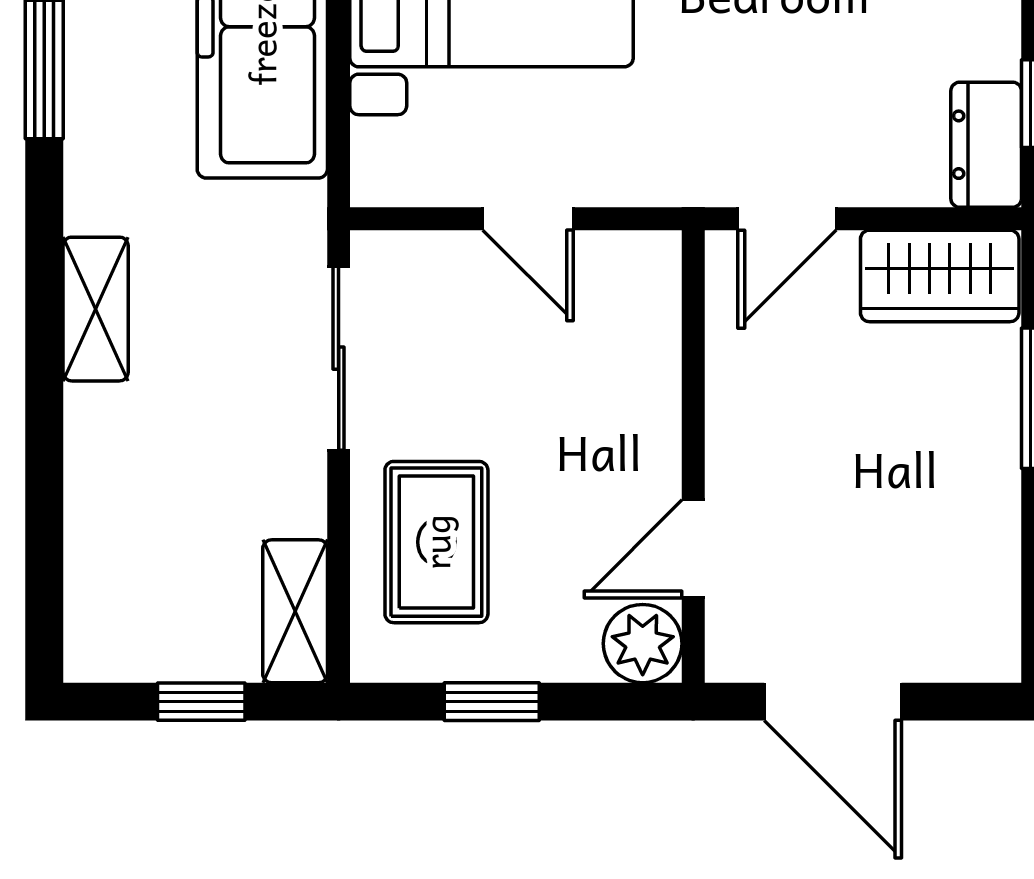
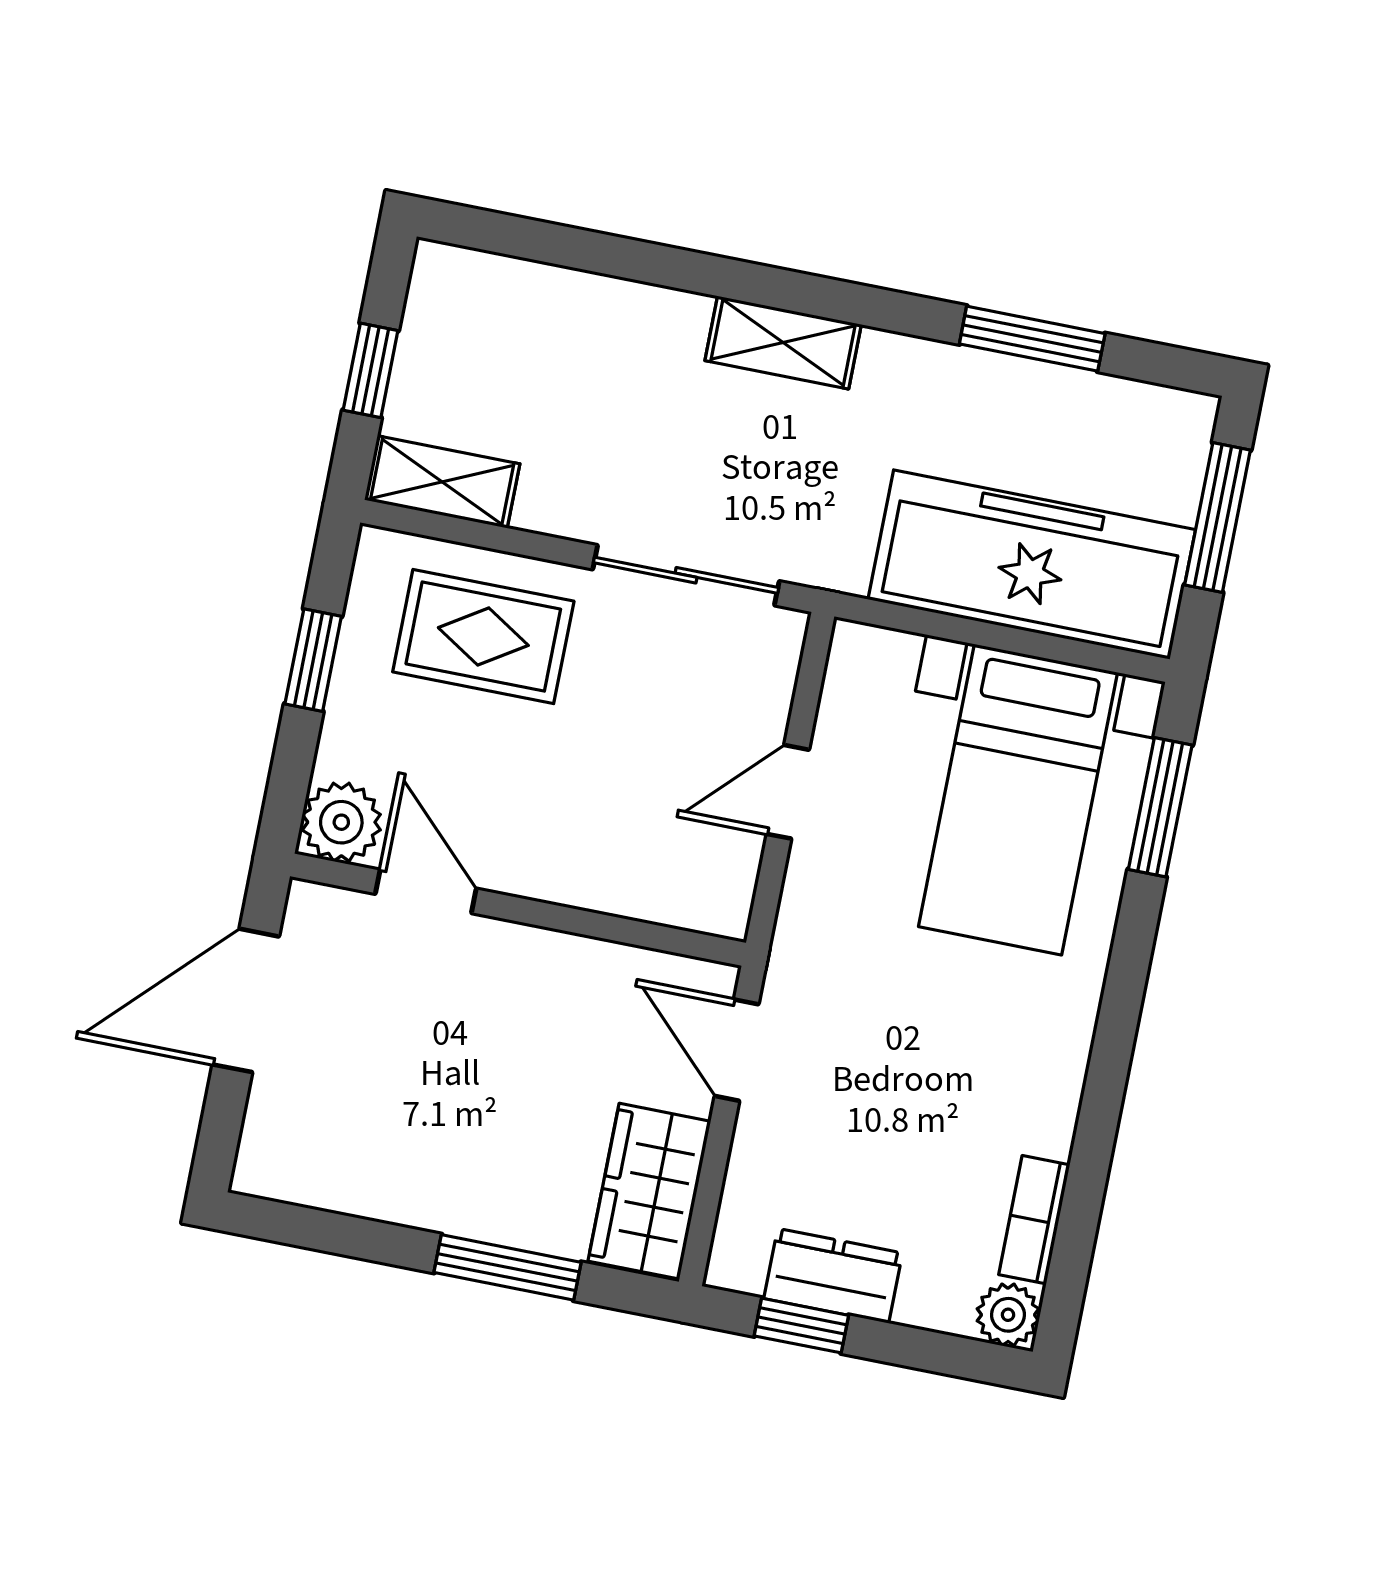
dresser: (986, 145) -> (833, 1276), moved

